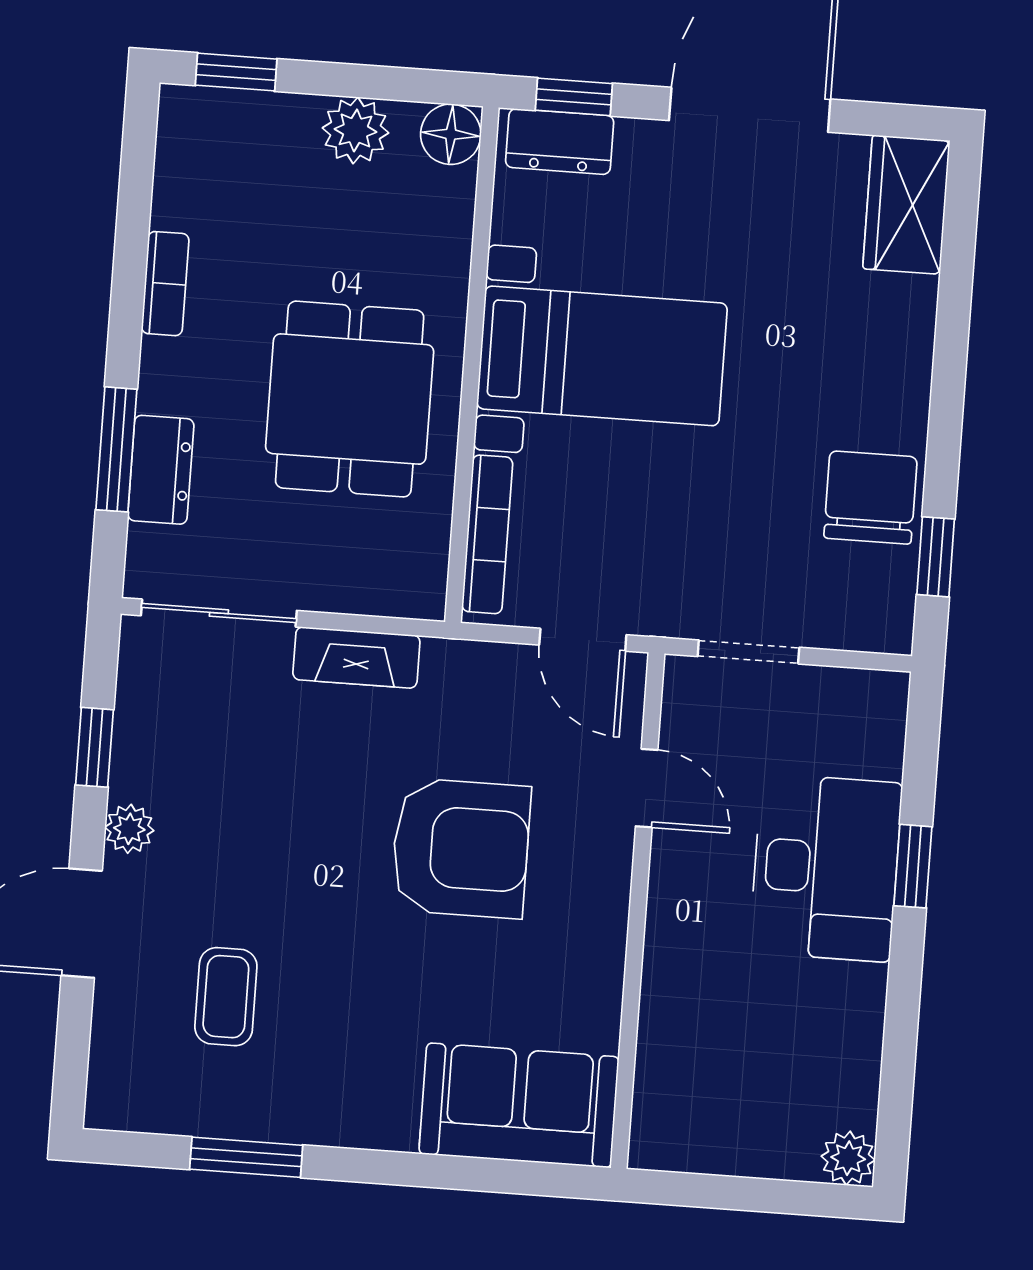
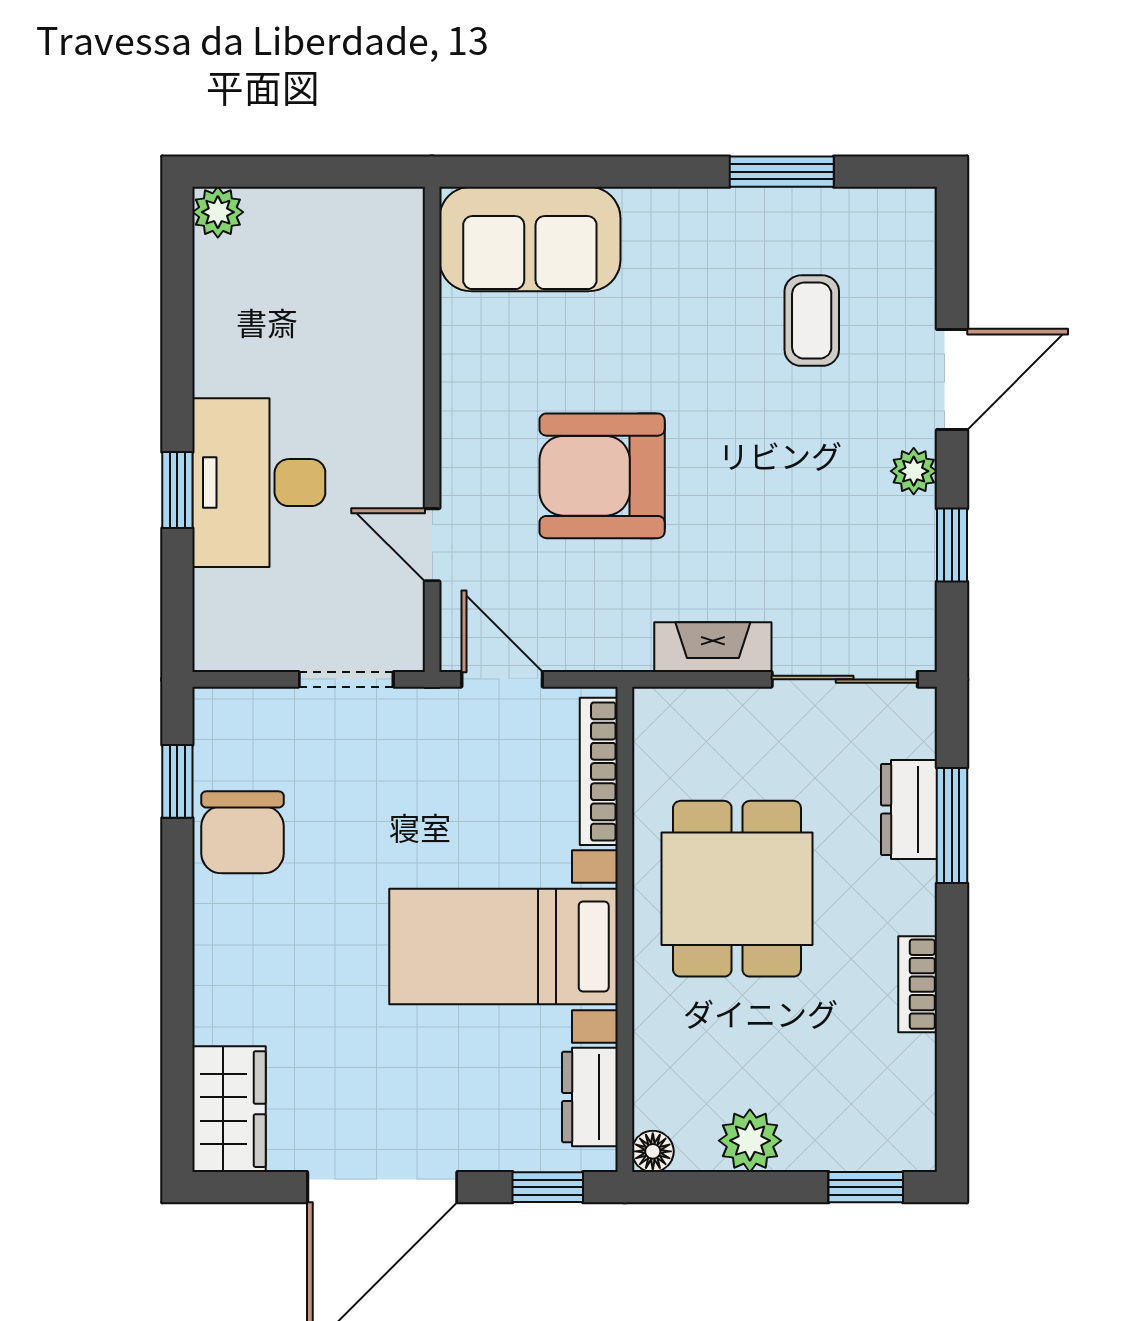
floor lamp: (451, 134) -> (653, 1151), width x0.73, depth x0.73
dresser: (560, 142) -> (590, 1097), moved, turned -90

